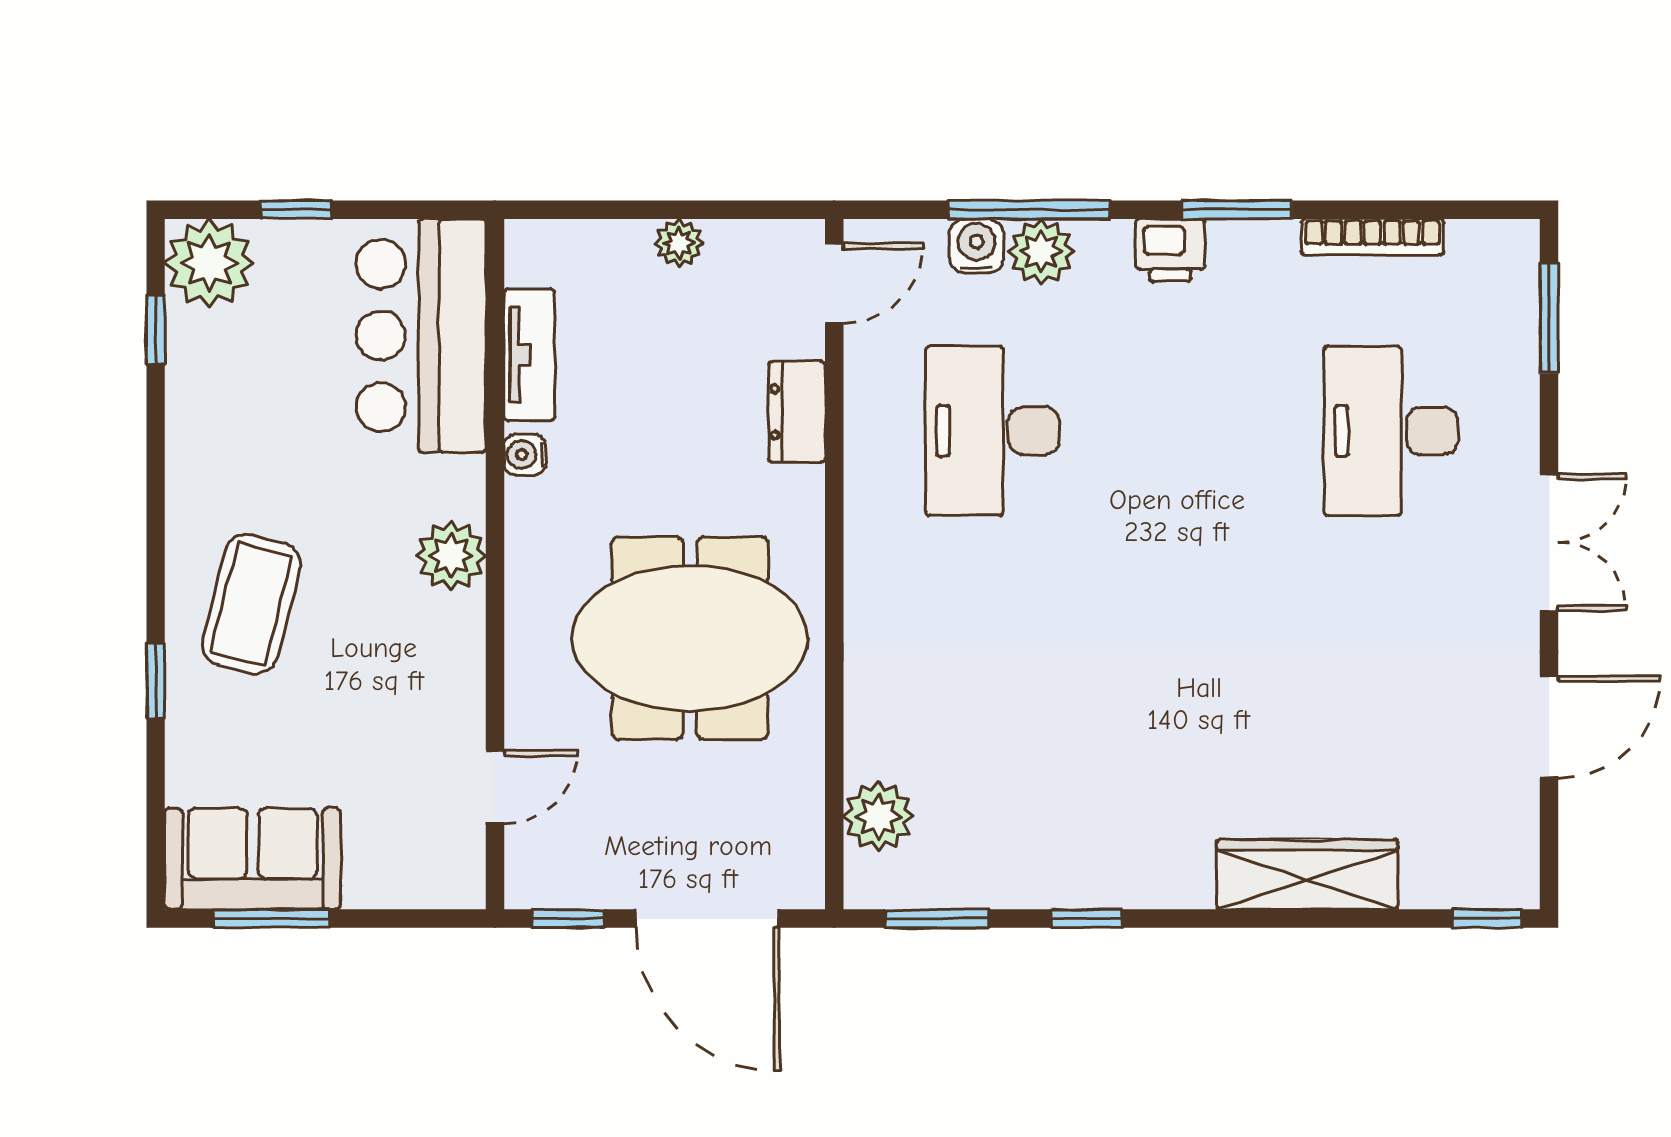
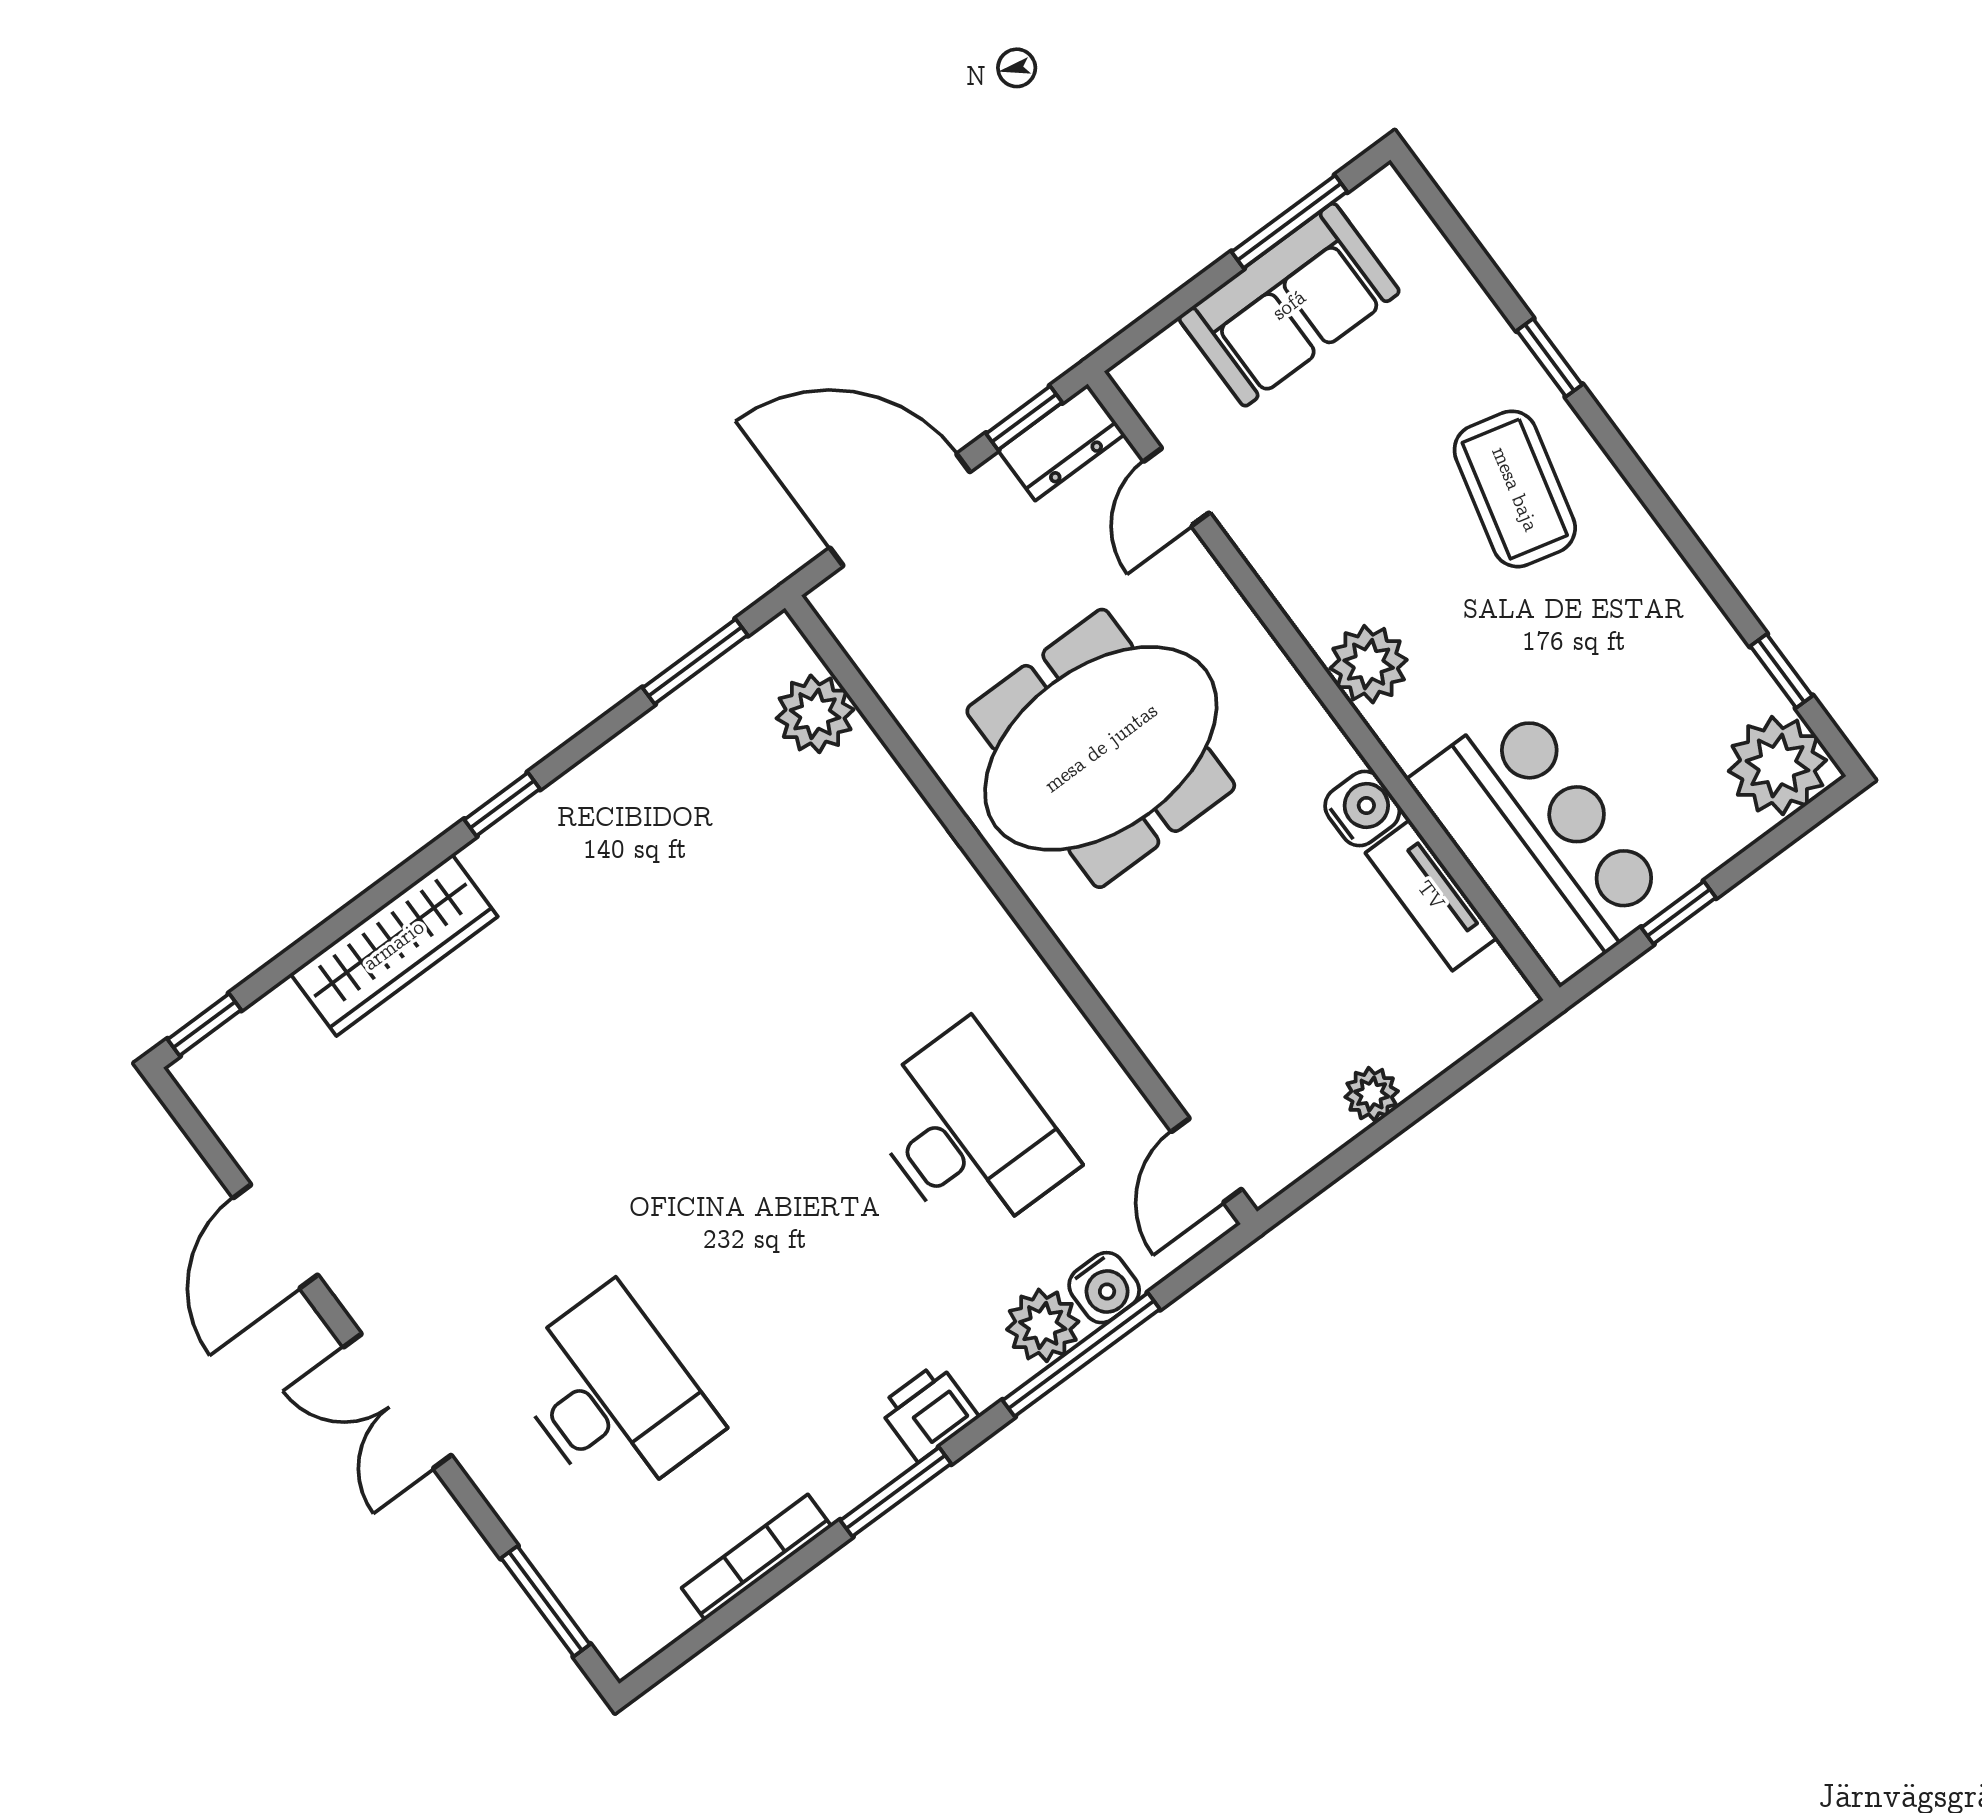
window: (296, 210) -> (1679, 913), moved
dresser: (797, 412) -> (1061, 442), moved, turned 90
water cooler: (525, 455) -> (1362, 809), width x1.38, depth x1.38
sofa: (253, 859) -> (1289, 305), moved
window: (1087, 919) -> (502, 804), moved

